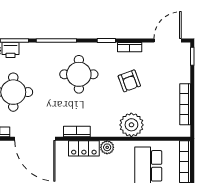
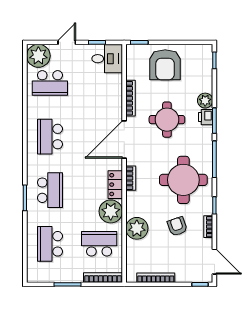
round table: (79, 74) -> (183, 180), width x1.36, depth x1.36
armchair: (129, 81) -> (177, 226), turned 91
plant: (107, 147) -> (111, 211), width x1.88, depth x1.88

